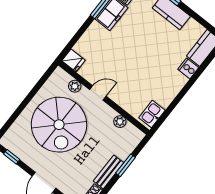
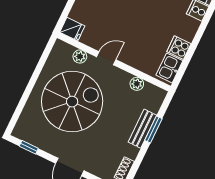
cooker: (164, 98) -> (179, 48), added
spiral stairs: (59, 125) -> (72, 102), turned -90
bench: (109, 172) -> (142, 129), moved

